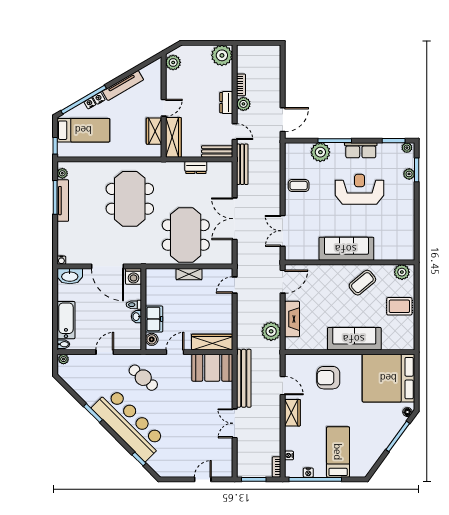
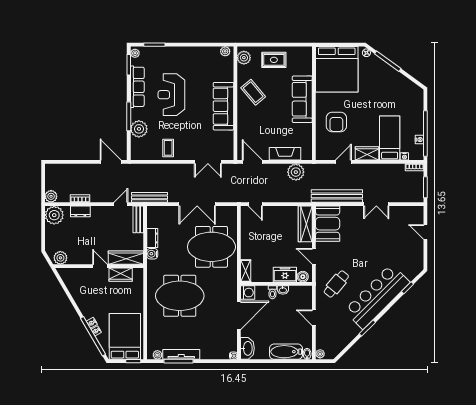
tv unit: (123, 85) -> (81, 302), removed
dresser: (226, 103) -> (80, 211), moved
plant: (243, 104) -> (51, 196), moved
bed: (83, 130) -> (125, 336), width x1.50
row of seats: (361, 150) -> (137, 87), width x1.48
water cooler: (178, 167) -> (152, 254), added
plant: (409, 174) -> (225, 51), moved
shelving: (189, 274) -> (246, 271), moved
rug: (399, 306) -> (274, 60), turned 90
bed: (338, 452) -> (390, 138), moved, turned 90

